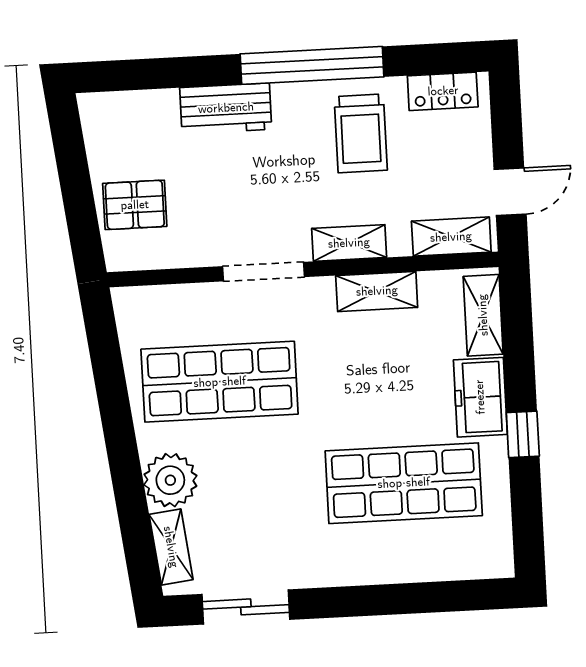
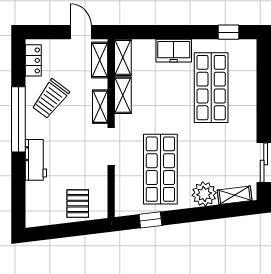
trolley: (361, 133) -> (50, 99), turned 127
shelving: (483, 315) -> (123, 57), moved, turned 90
window: (107, 366) -> (150, 220), added
window: (523, 434) -> (228, 32), moved

